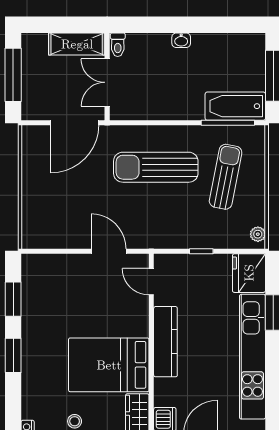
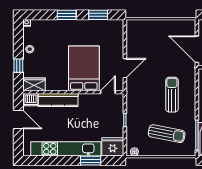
sun lounger: (156, 167) -> (172, 95), width x0.73, depth x0.75
kitchen counter: (165, 342) -> (58, 100), moved
bed: (109, 365) -> (84, 68), moved

